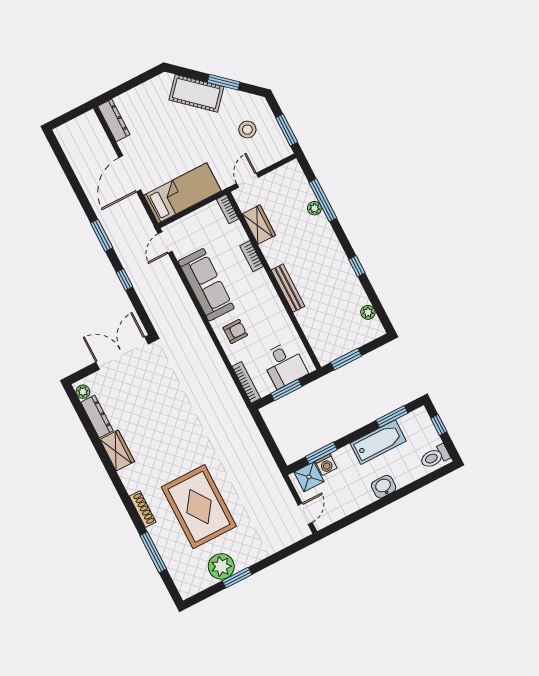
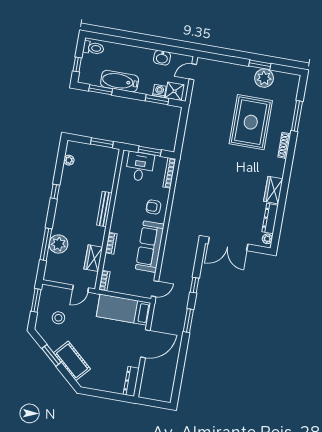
plant: (314, 208) -> (58, 244), width x1.88, depth x1.88
washbasin: (384, 487) -> (162, 58), moved

